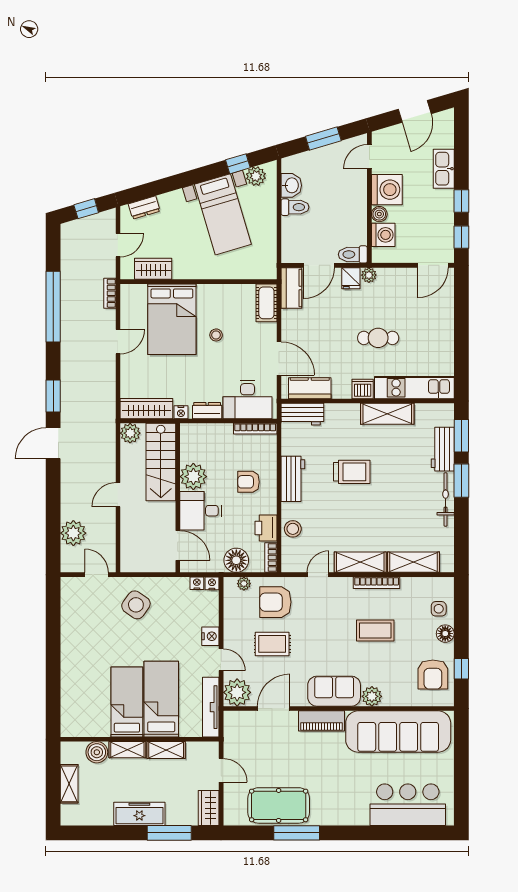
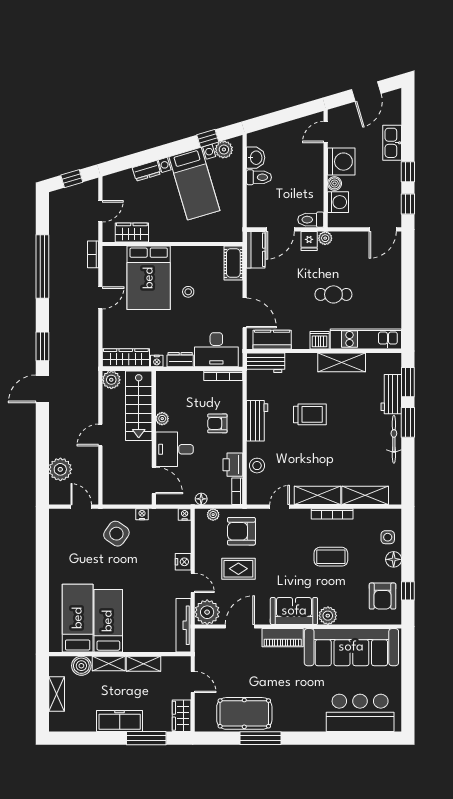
window: (323, 138) -> (284, 116), removed
dresser: (144, 207) -> (147, 171), moved
plant: (193, 477) -> (162, 419), width x0.53, depth x0.53
floor lamp: (236, 560) -> (201, 499), width x0.53, depth x0.53
nightstand: (197, 583) -> (142, 514), moved
bed: (161, 699) -> (78, 618), moved

